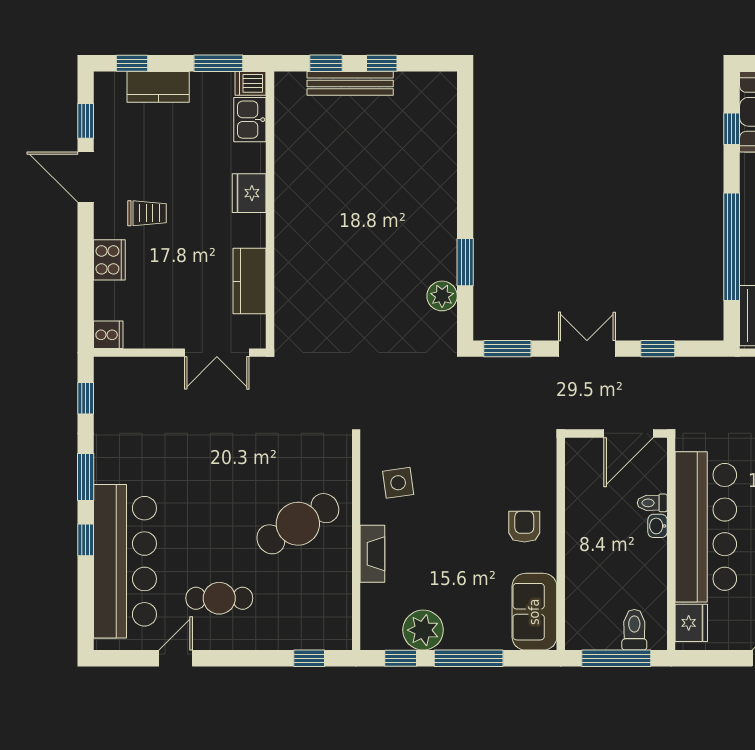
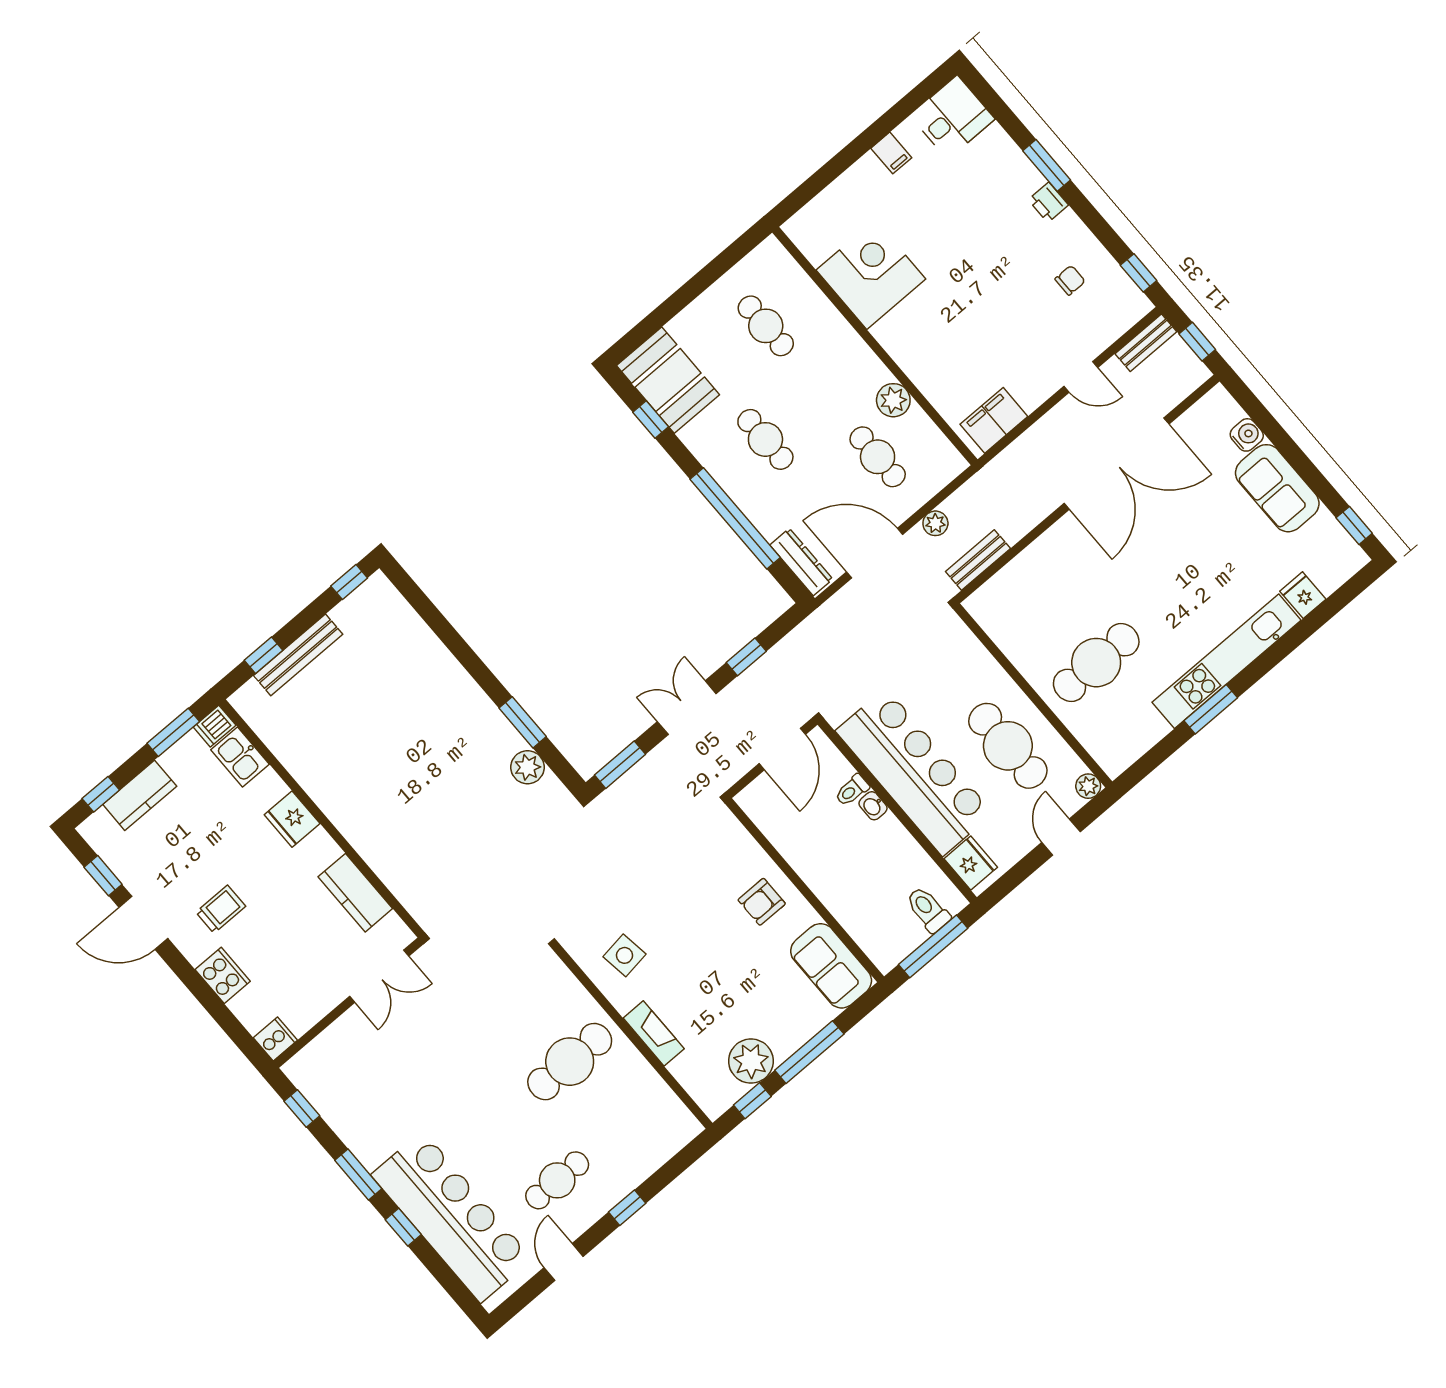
window: (382, 63) -> (349, 582), moved
cafe table: (298, 524) -> (570, 1062), turned 30
armchair: (524, 527) -> (762, 902), turned -90
window: (309, 658) -> (627, 1208), moved

